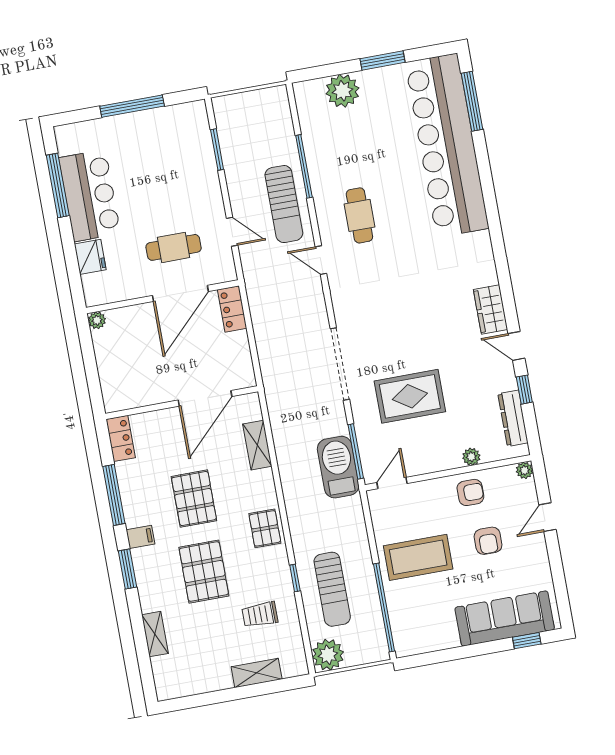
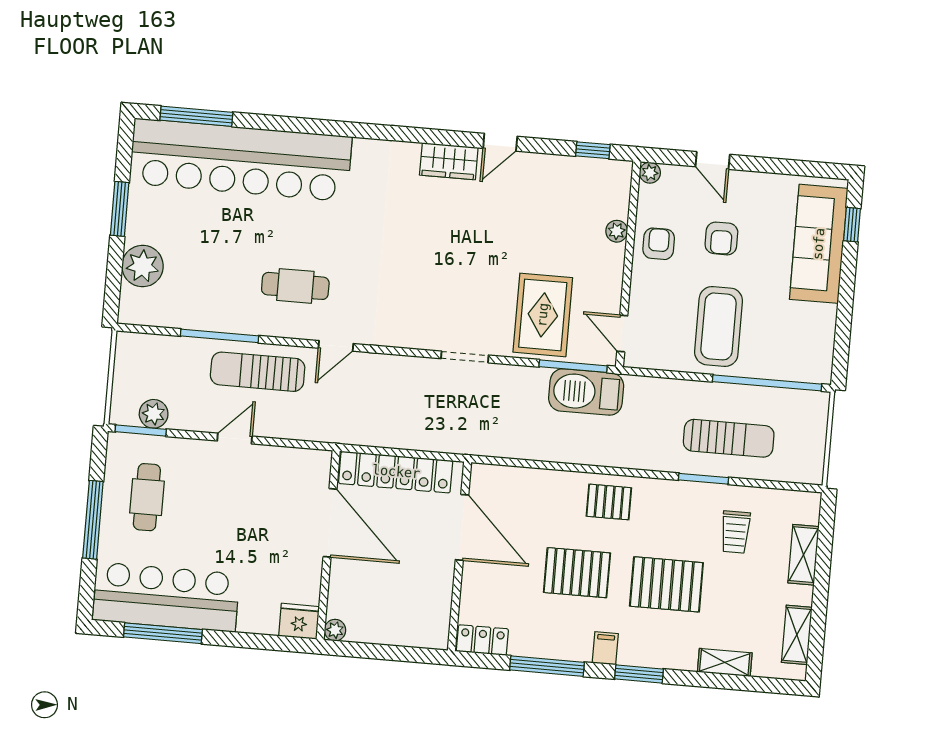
window: (217, 150) -> (141, 431), moved
bar counter: (90, 196) -> (166, 597), width x1.36
sun lounger: (284, 204) -> (258, 372), turned 180
door: (232, 232) -> (235, 439), moved
cafe table: (174, 247) -> (147, 497), moved
fridge: (90, 257) -> (299, 621), moved
locker: (232, 309) -> (396, 472), width x2.16, depth x1.21
doorway: (340, 364) -> (465, 357), width x0.53
window: (524, 390) -> (593, 150), moved
rug: (410, 396) -> (543, 315), moved
dresser: (513, 418) -> (585, 170), removed
shelving: (257, 445) -> (797, 635), moved, turned 90
pallet: (265, 528) -> (609, 502), moved
armchair: (488, 541) -> (721, 238), turned 90
window: (295, 578) -> (703, 479), width x1.50
plant: (328, 655) -> (154, 414), moved, width x0.73, depth x0.73

